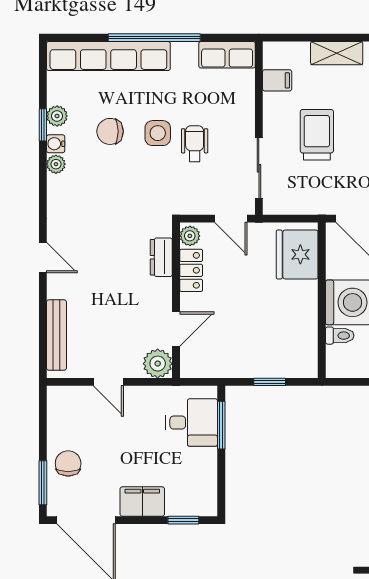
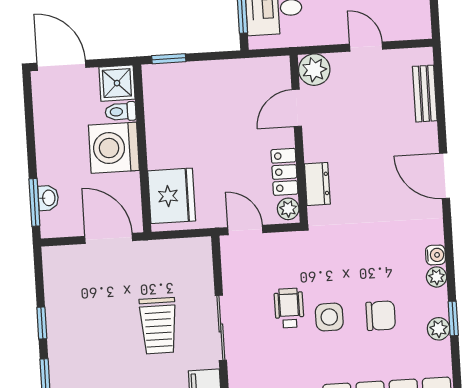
water cooler: (56, 144) -> (435, 255), moved
wheelchair: (195, 144) -> (289, 308), turned 180
sliding door: (259, 168) -> (221, 328), moved
door: (43, 258) -> (444, 176), width x1.37
bench: (56, 335) -> (425, 94), width x0.73
shower: (341, 362) -> (117, 83), added
window: (270, 382) -> (169, 59), moved

